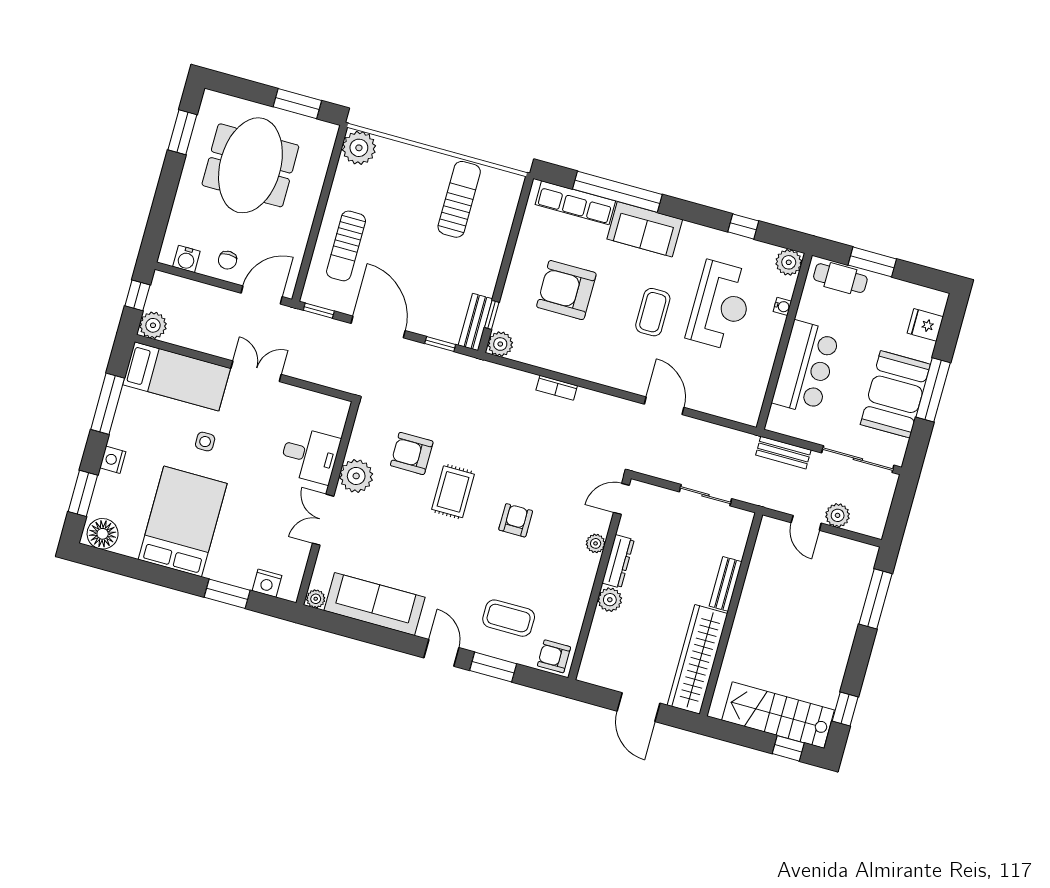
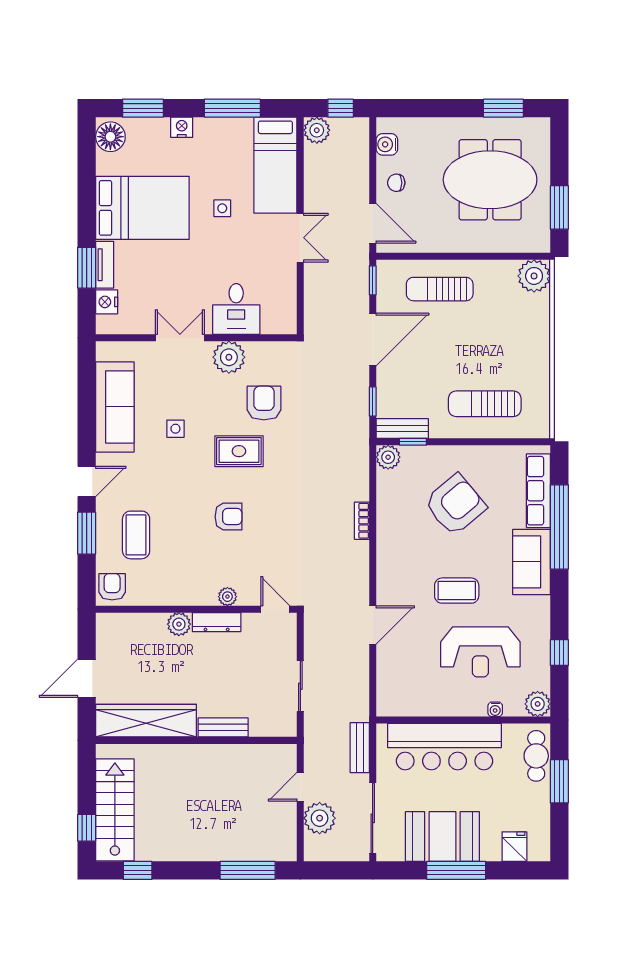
sun lounger: (459, 199) -> (485, 404), moved, turned 180
armchair: (566, 290) -> (455, 505), turned 50
bar counter: (806, 367) -> (444, 747), width x1.36
plant: (838, 515) -> (320, 818), width x1.36, depth x1.36
side table: (413, 549) -> (175, 429), added
tv unit: (229, 575) -> (105, 265), added
plant: (316, 599) -> (105, 351), removed

